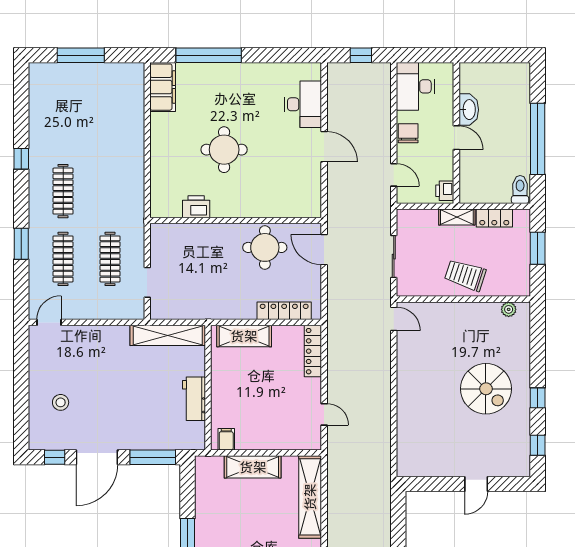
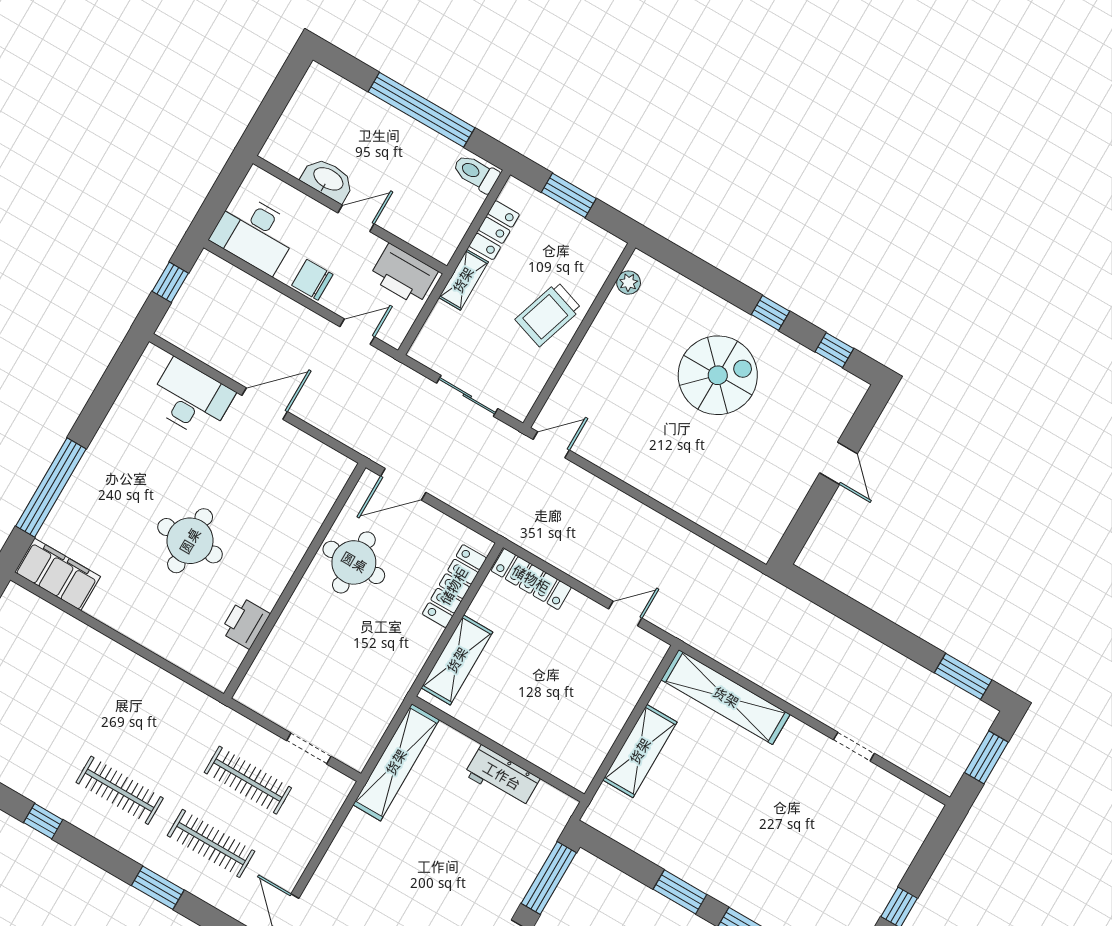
printer: (445, 191) -> (404, 275), width x1.87, depth x1.48
filing cabinet: (226, 439) -> (582, 765), removed

